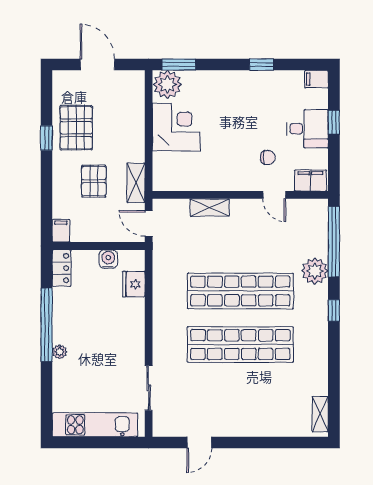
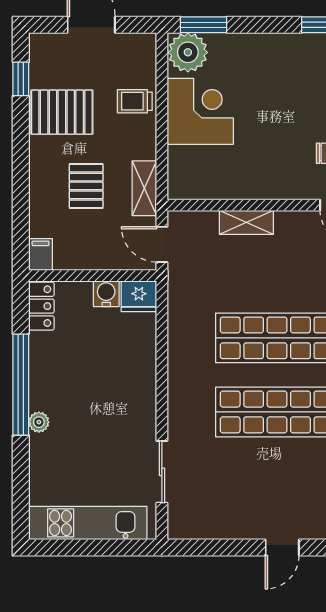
trolley: (129, 120) -> (135, 101), added
pallet: (76, 128) -> (62, 112), turned 90
window: (47, 138) -> (21, 79), moved
fridge: (134, 284) -> (139, 296), moved, turned -90
door: (199, 443) -> (282, 547), moved

